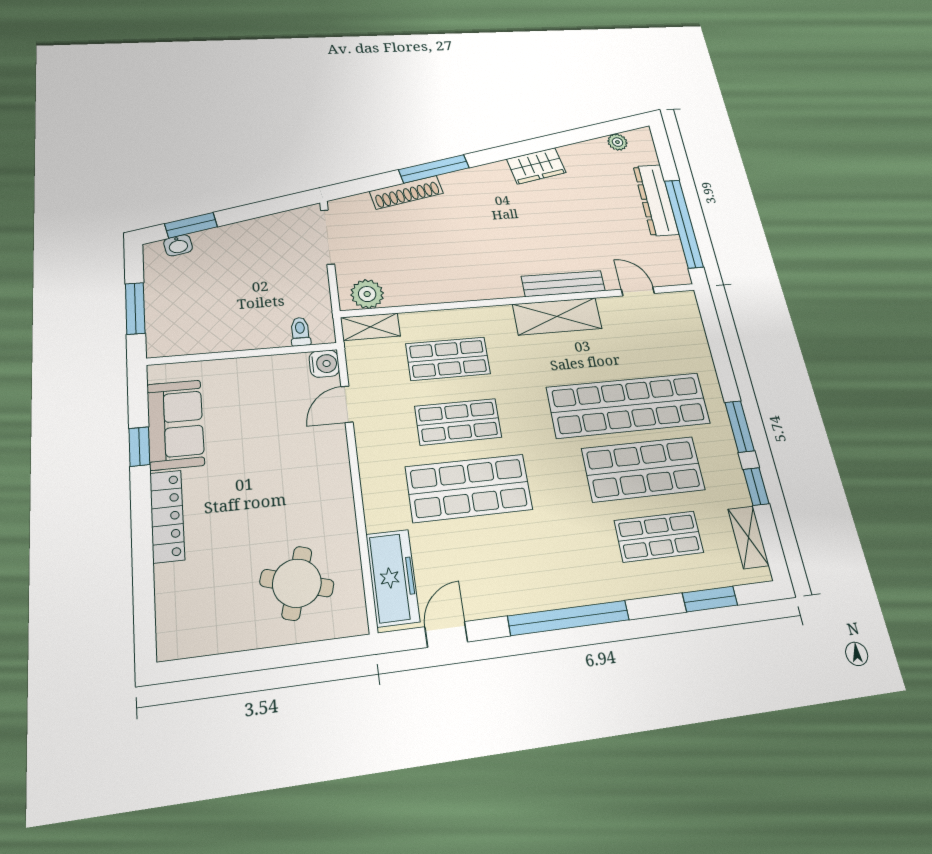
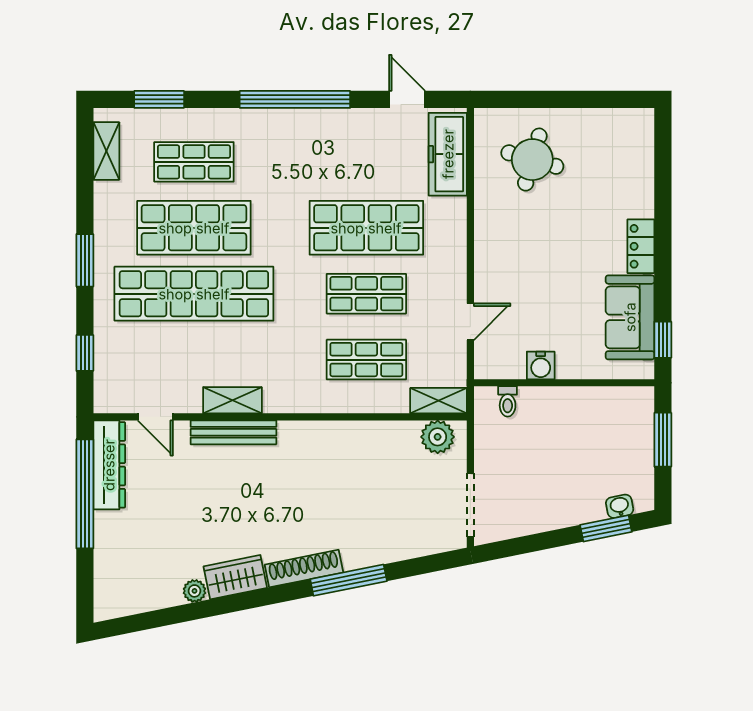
plant: (617, 142) -> (194, 591), moved
shoe rack: (406, 192) -> (304, 569), moved
dresser: (656, 200) -> (109, 465), moved
shelving: (557, 316) -> (232, 400), width x0.67, depth x0.75
water cooler: (324, 364) -> (541, 365), moved, turned -90
window: (139, 447) -> (663, 340), moved
window: (756, 487) -> (85, 353), moved
locker: (167, 516) -> (641, 246), width x0.66
door: (446, 634) -> (407, 99), swing flipped

